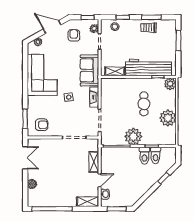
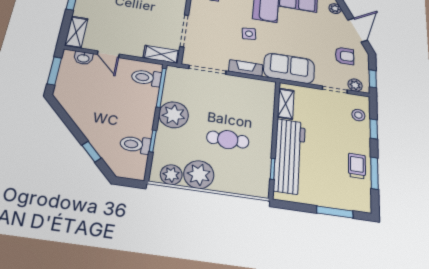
plant: (170, 84) -> (171, 175), moved
toilet: (144, 156) -> (146, 78), moved
shelving: (94, 162) -> (161, 54), moved

